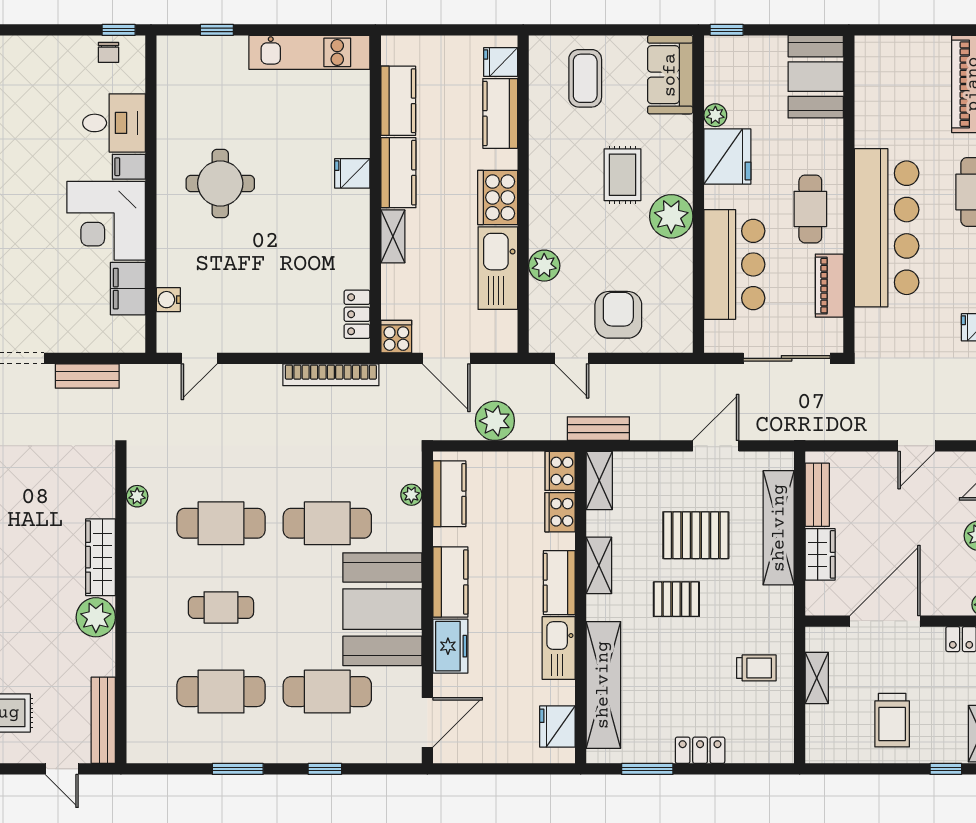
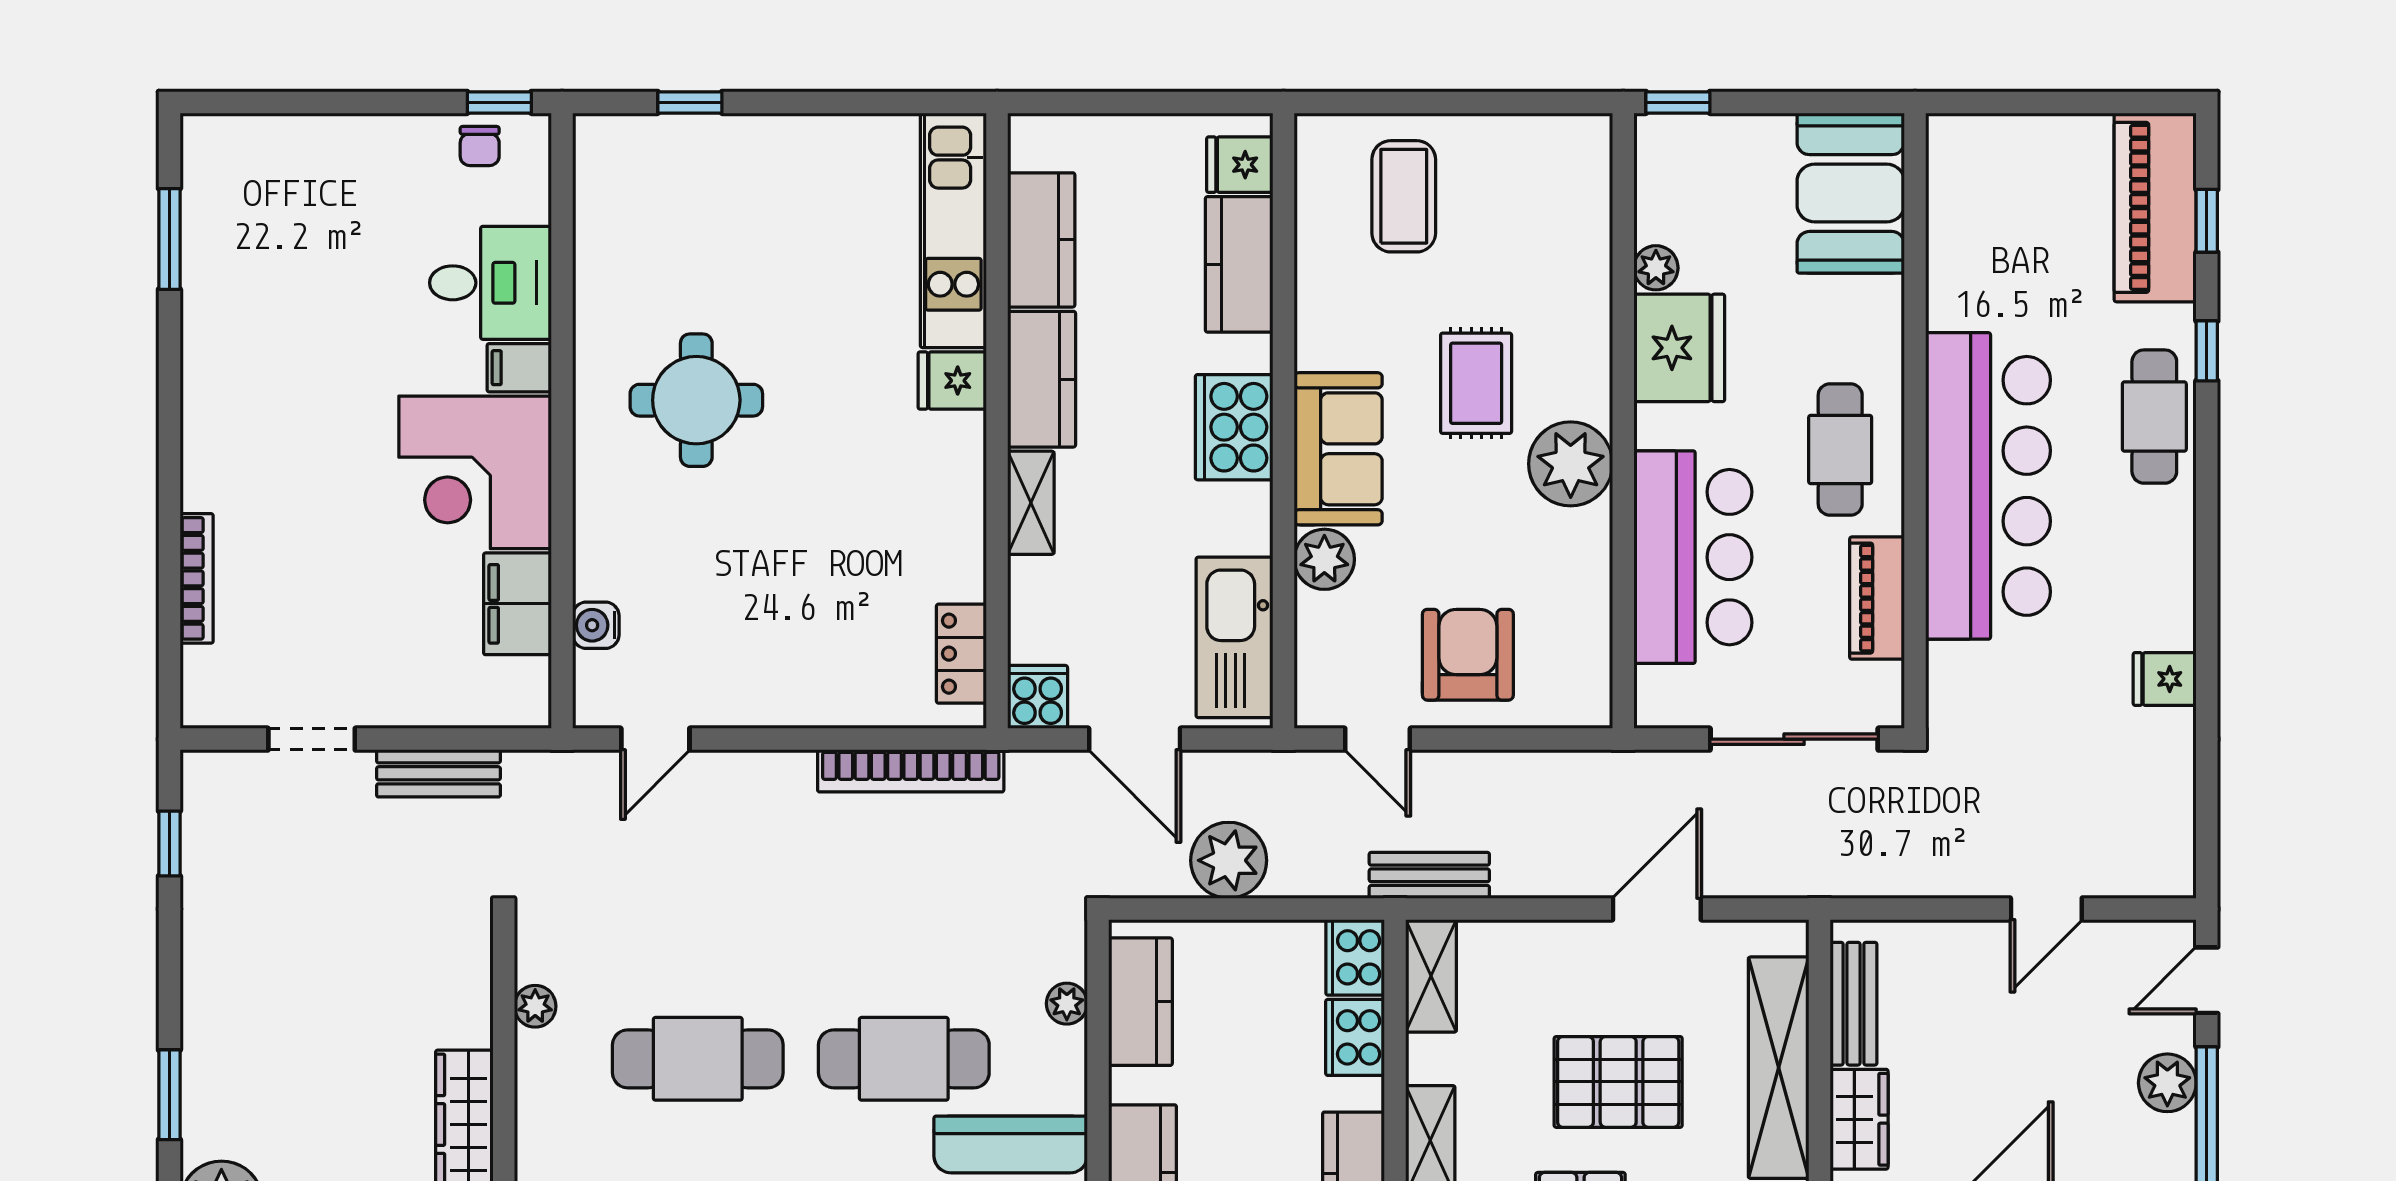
kitchen unit: (309, 52) -> (953, 230), moved, turned 90
sofa: (670, 75) -> (1338, 449), moved, turned 180
kitchen sink: (498, 268) -> (1235, 637), moved

